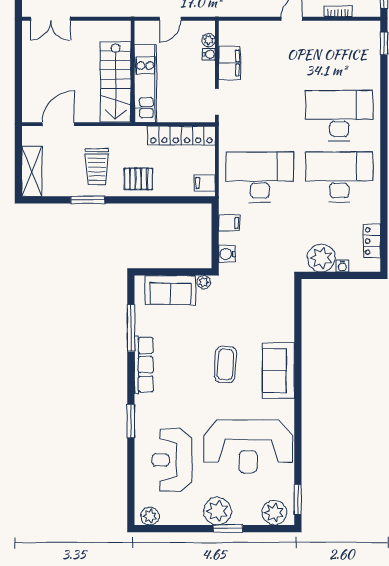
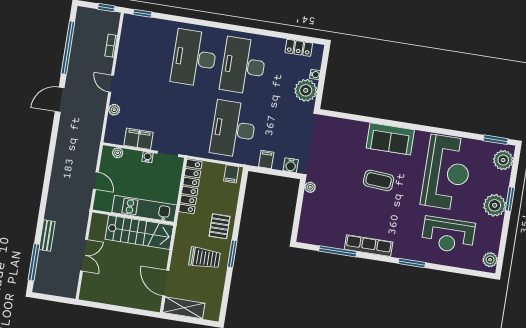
double door: (50, 19) -> (84, 255), moved
plant: (261, 28) -> (114, 110), added
water cooler: (209, 54) -> (147, 157), moved
shelving: (32, 171) -> (184, 308), moved
window: (88, 200) -> (232, 254), moved
sofa: (170, 290) -> (312, 215), removed

